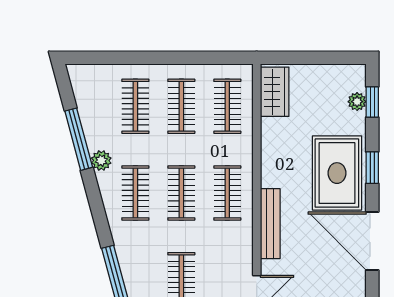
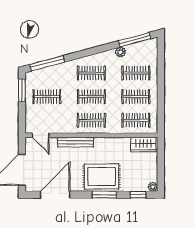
plant: (357, 102) -> (153, 187), moved
window: (79, 139) -> (135, 40), moved
plant: (101, 161) -> (121, 52), moved
window: (372, 168) -> (104, 195), width x1.50
door: (372, 241) -> (55, 195), moved

